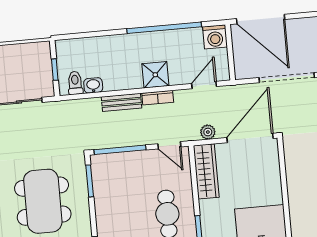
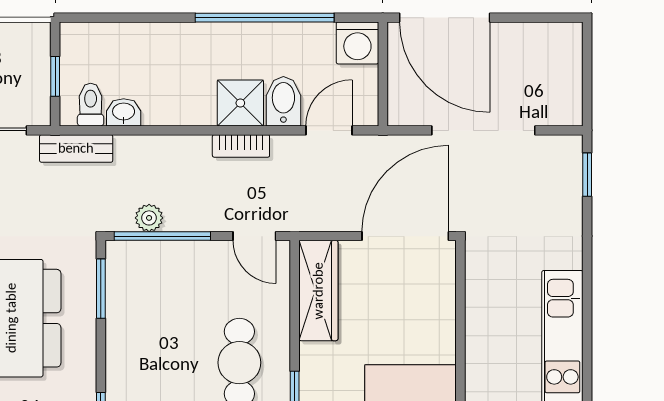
bidet: (178, 72) -> (283, 101), added
bench: (122, 102) -> (76, 148), moved
plant: (208, 132) -> (149, 218), moved

